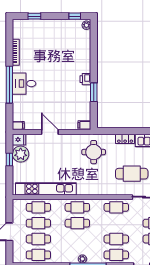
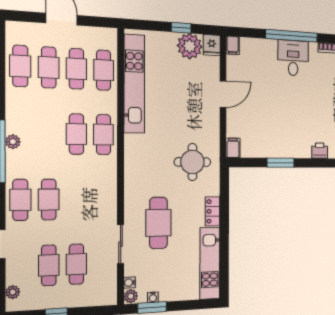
printer: (85, 79) -> (320, 151), moved
cafe table: (116, 207) -> (103, 199), removed

